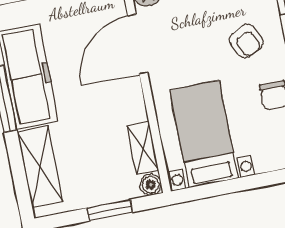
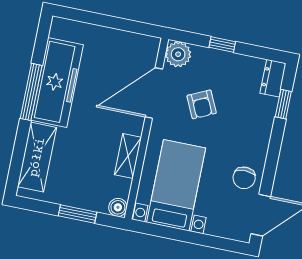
armchair: (246, 41) -> (202, 104), moved
shelving: (143, 148) -> (128, 156), moved

